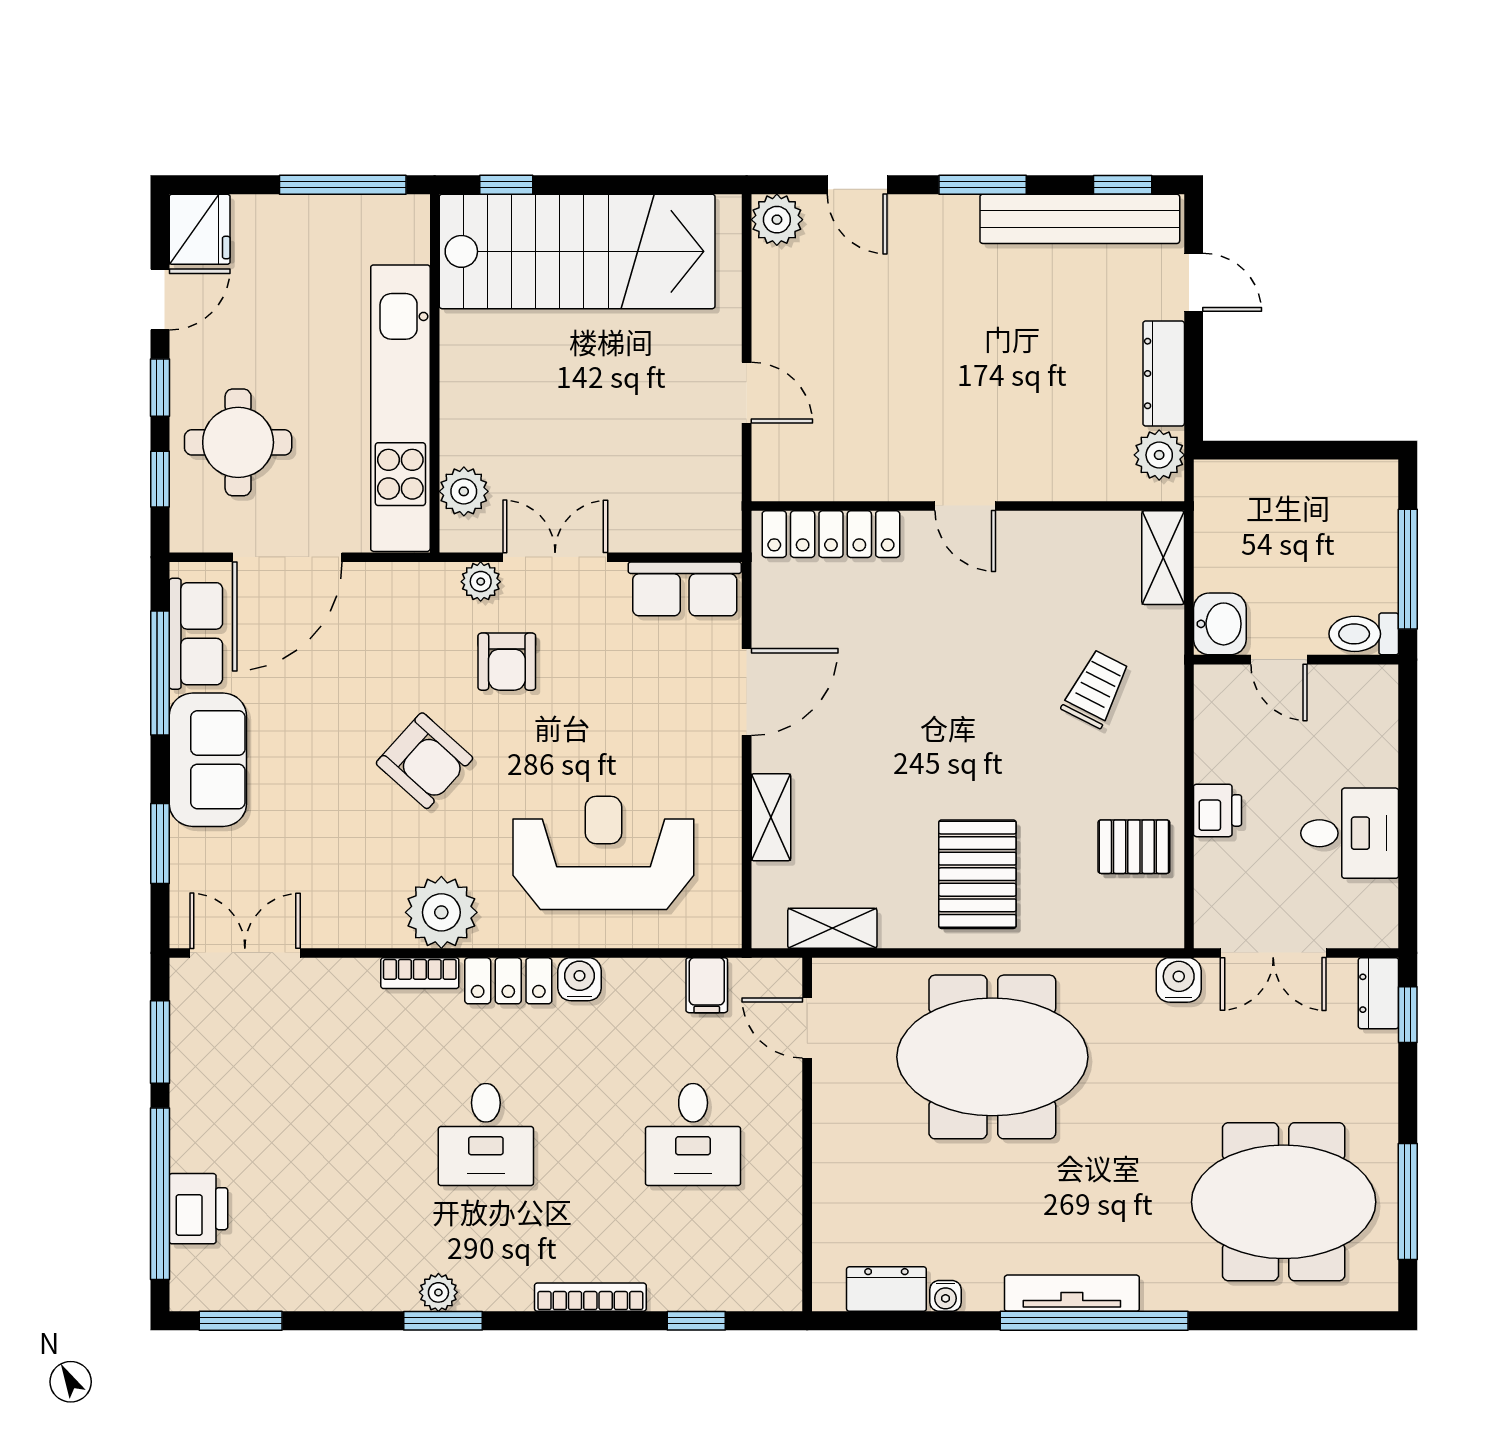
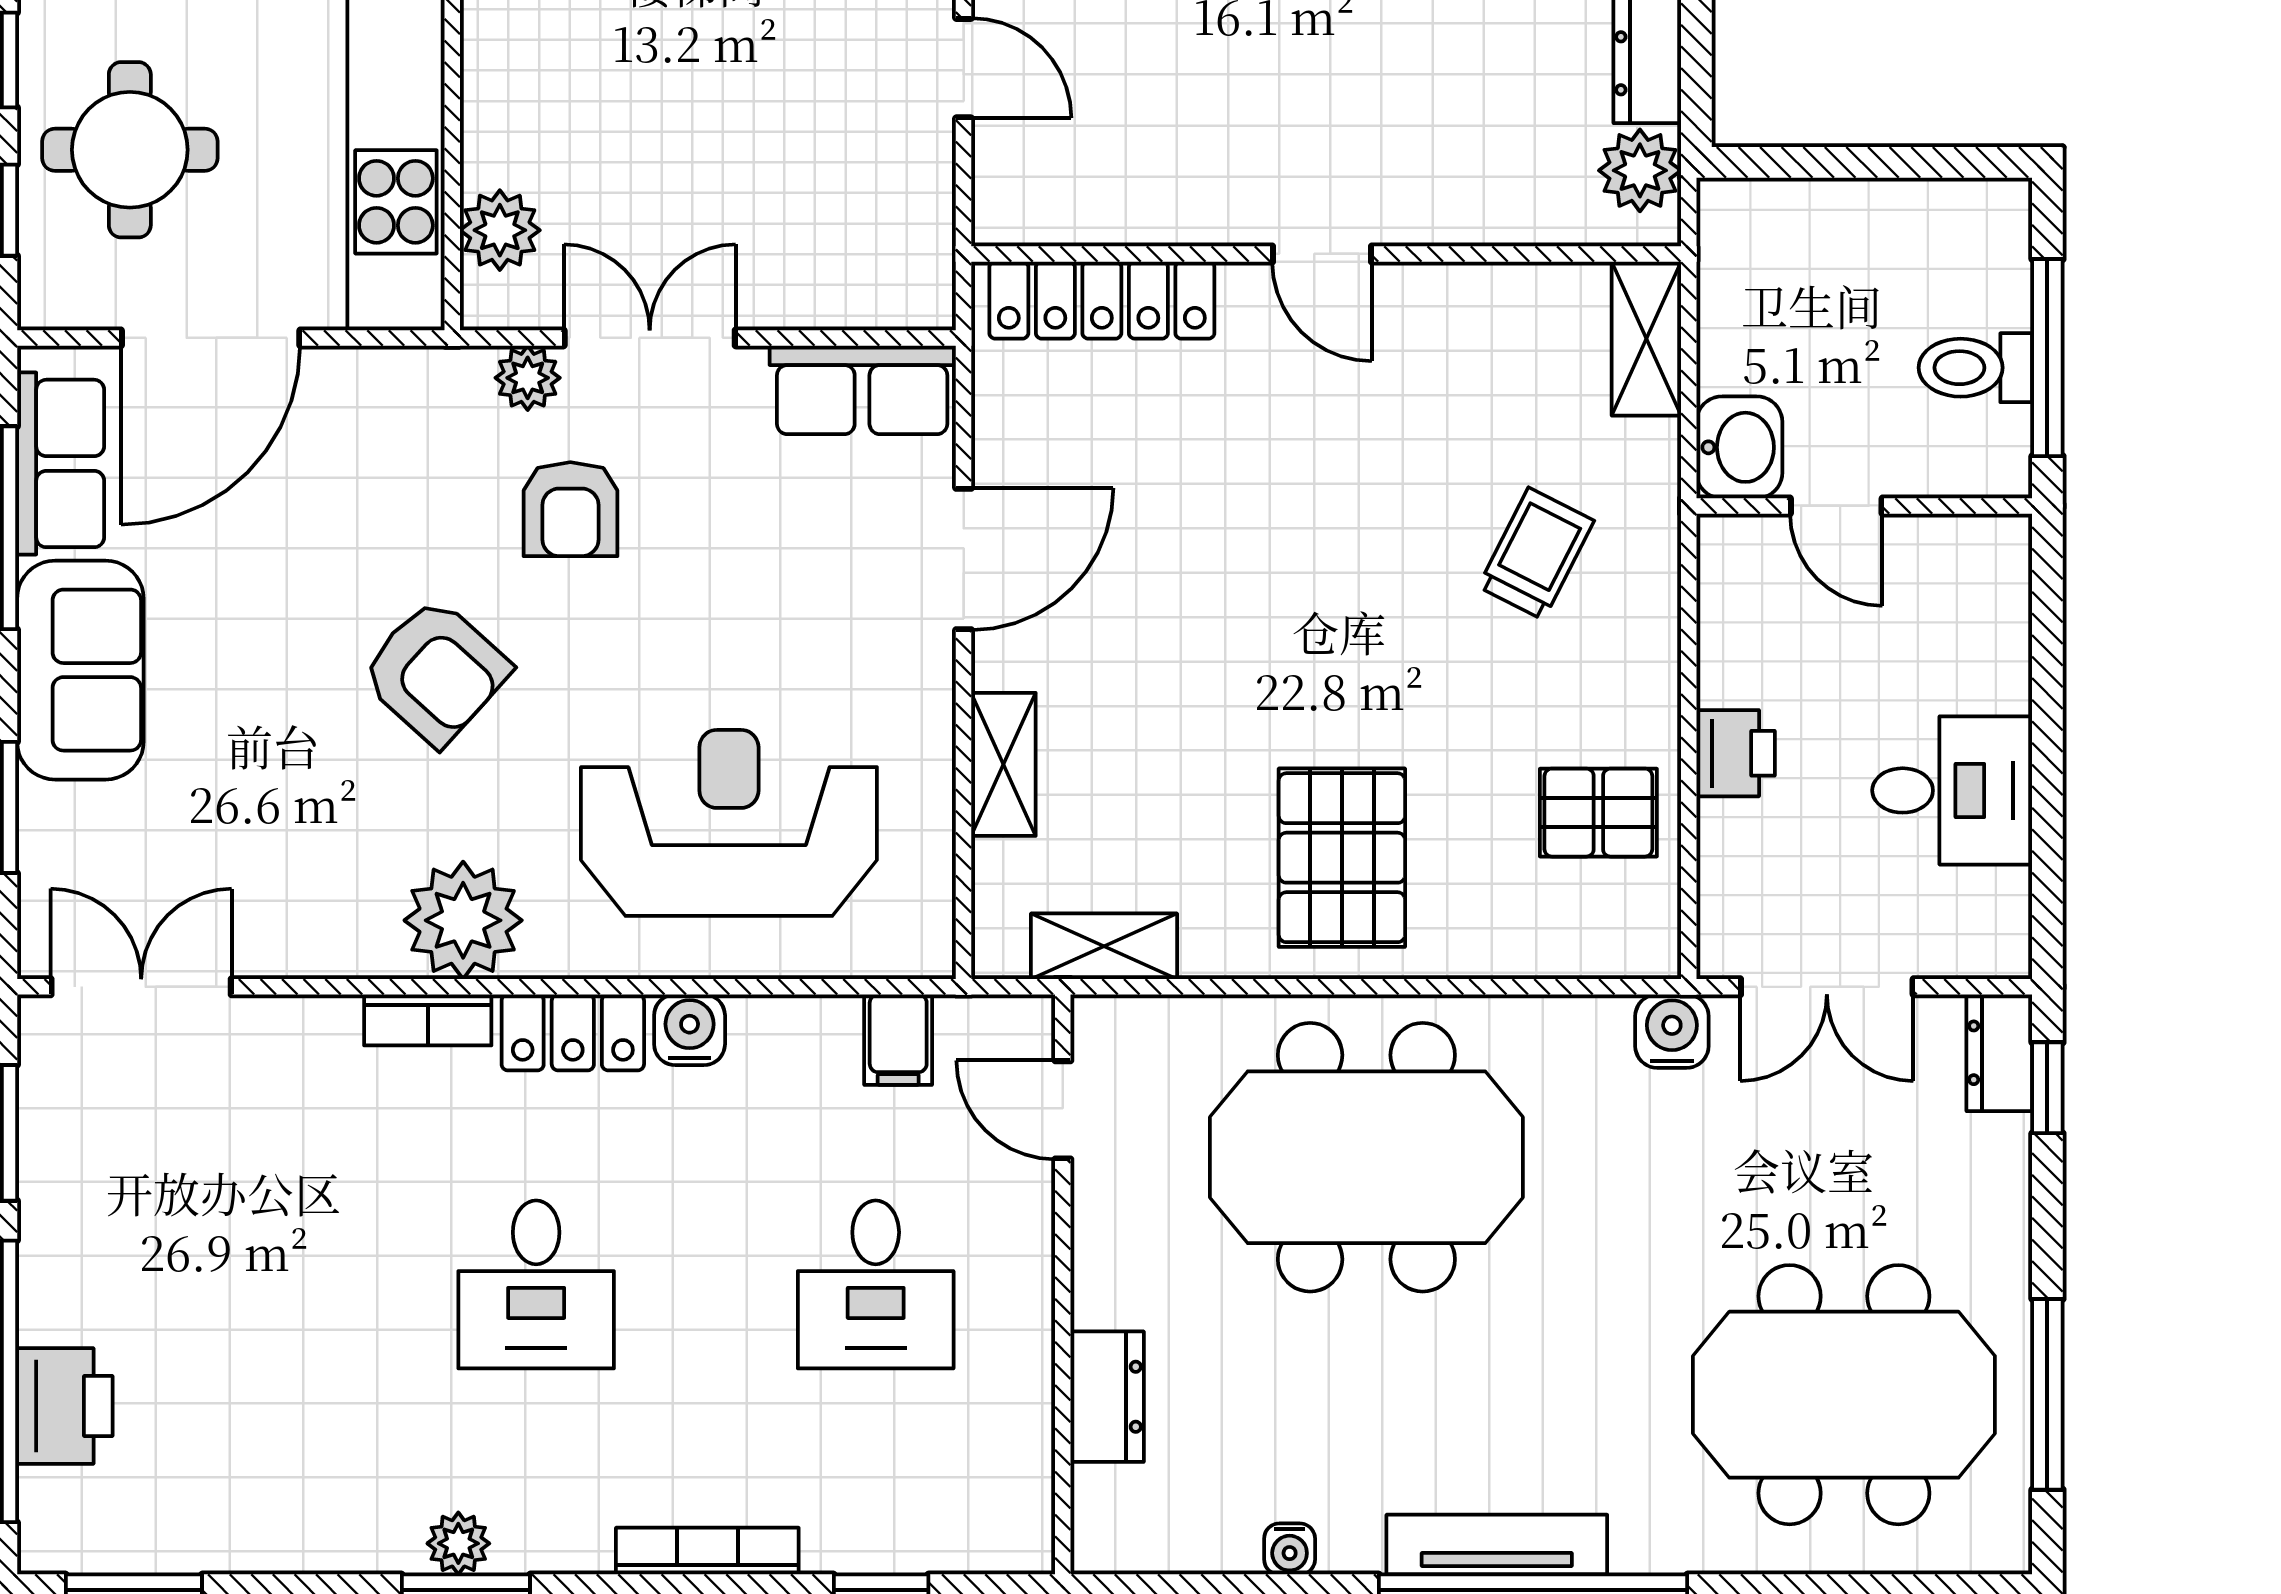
toilet: (1364, 634) -> (1975, 368), moved
dresser: (886, 1289) -> (1107, 1397), moved, turned 90

